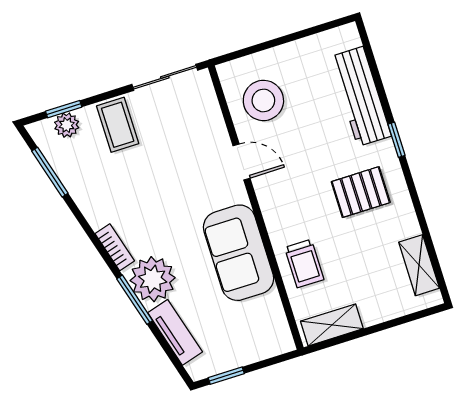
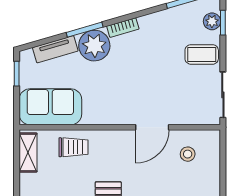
stool: (263, 100) -> (188, 154), width x0.53, depth x0.53
door: (241, 162) -> (152, 127), width x1.38
sofa: (239, 253) -> (50, 107), moved
trolley: (304, 263) -> (73, 147), turned 180

